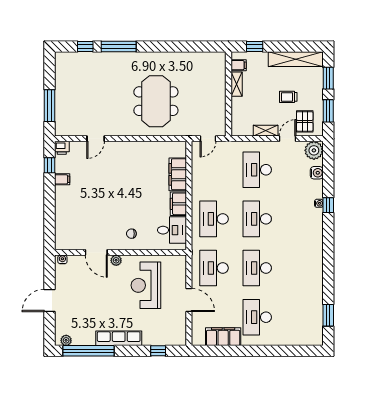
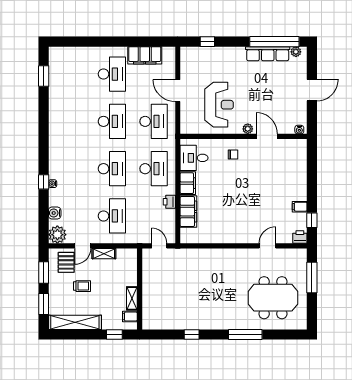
window: (85, 47) -> (192, 334), moved
meeting table: (156, 101) -> (273, 298), moved, turned 90
door: (208, 139) -> (159, 246), hinge flipped
printer: (198, 184) -> (169, 202), added
row of seats: (119, 338) -> (268, 54), moved

